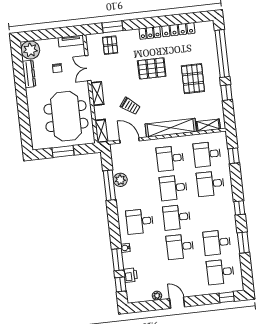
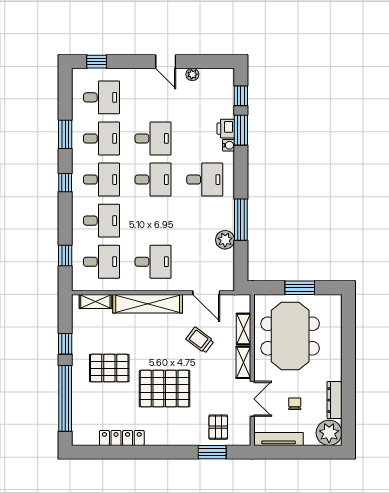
locker: (150, 33) -> (161, 438), removed
tv unit: (71, 41) -> (279, 439), width x1.41
pallet: (152, 68) -> (165, 389), width x1.37, depth x1.41
pallet: (193, 79) -> (109, 368), turned 90
shelving: (101, 131) -> (244, 329), moved
window: (109, 185) -> (241, 220), moved
desk: (173, 188) -> (101, 180), moved
printer: (130, 275) -> (226, 129), moved

